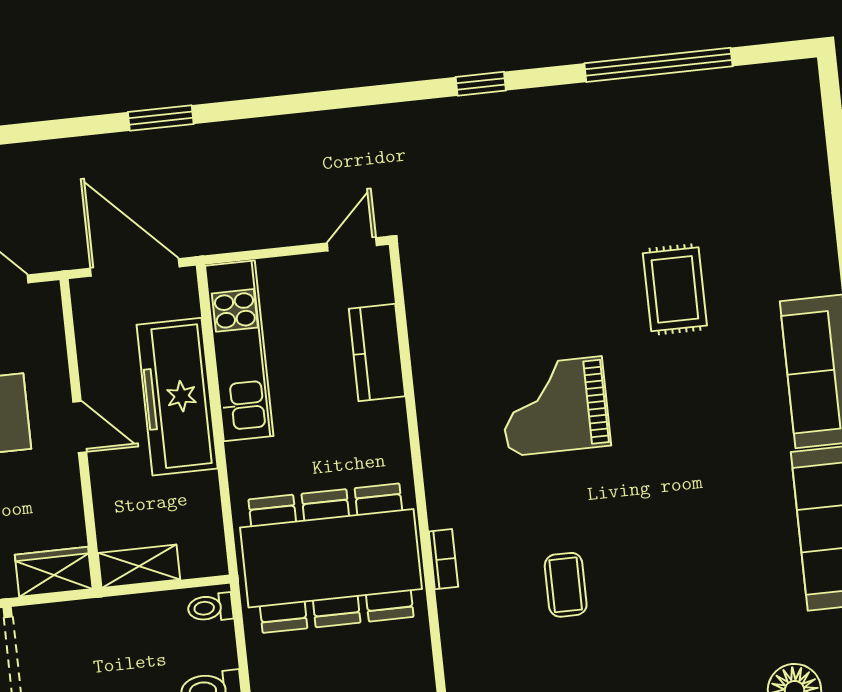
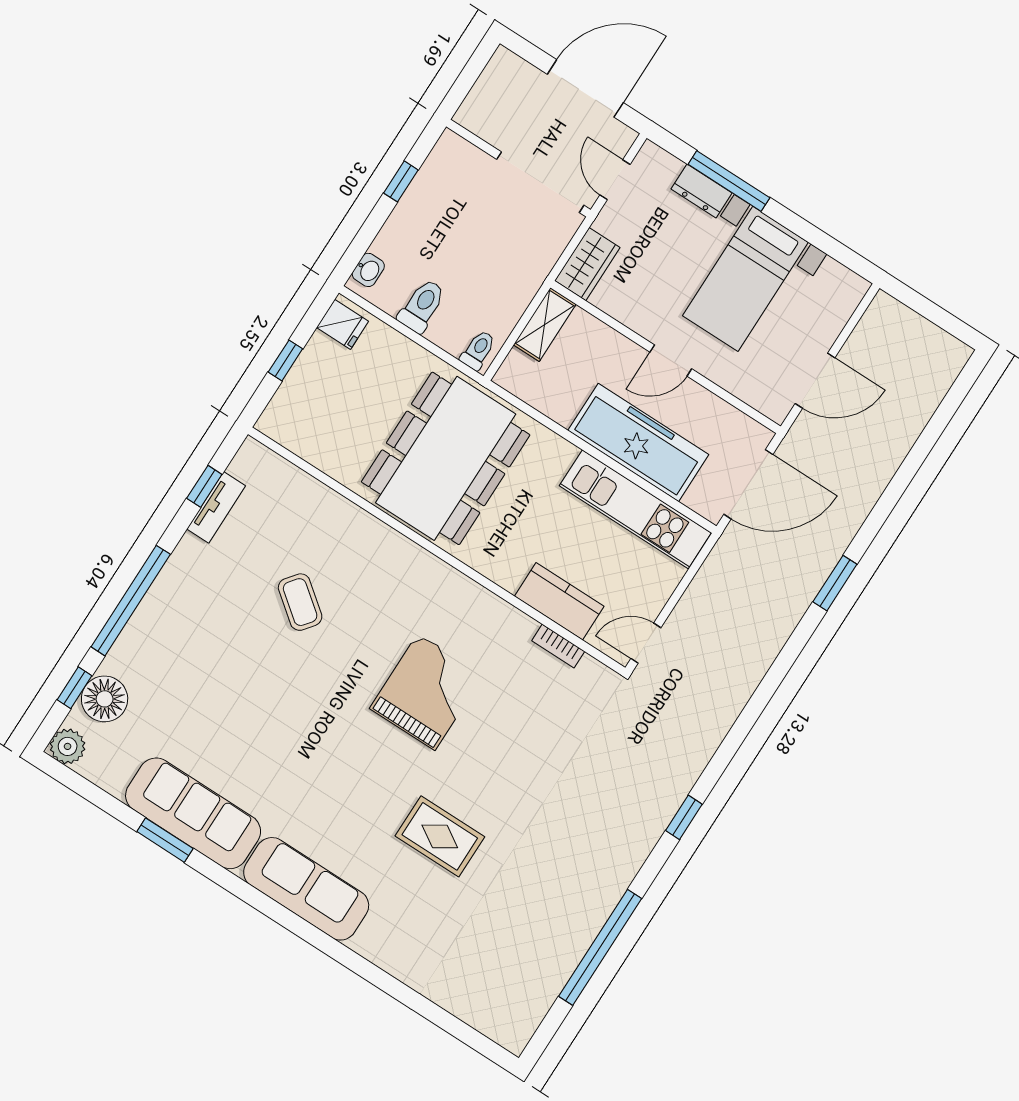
door: (352, 244) -> (646, 643), swing flipped
bookcase: (443, 559) -> (558, 646), moved
coffee table: (566, 585) -> (300, 602), turned 38

